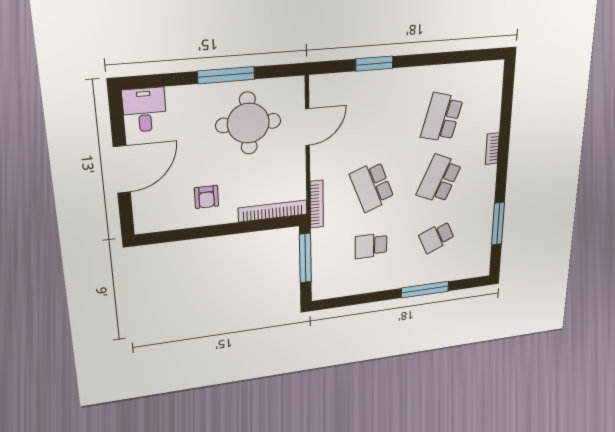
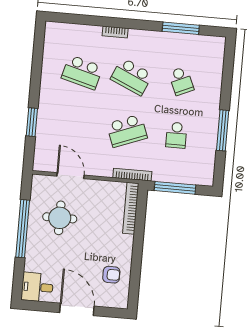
window: (226, 75) -> (23, 229), width x1.46
round table: (248, 123) -> (60, 218), width x0.73, depth x0.73
armchair: (206, 197) -> (111, 275), moved
window: (425, 290) -> (223, 130), moved

